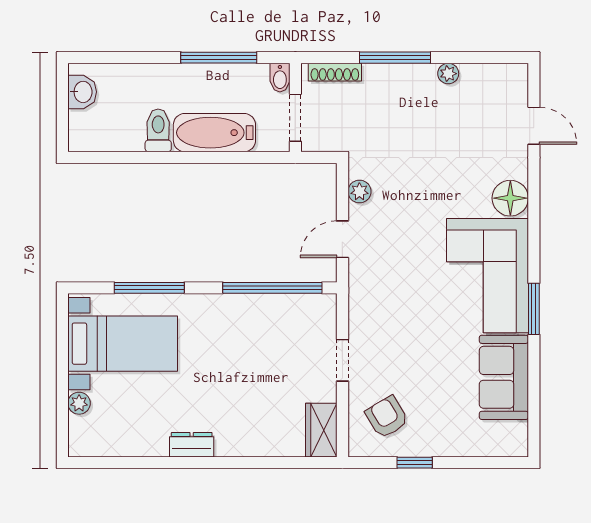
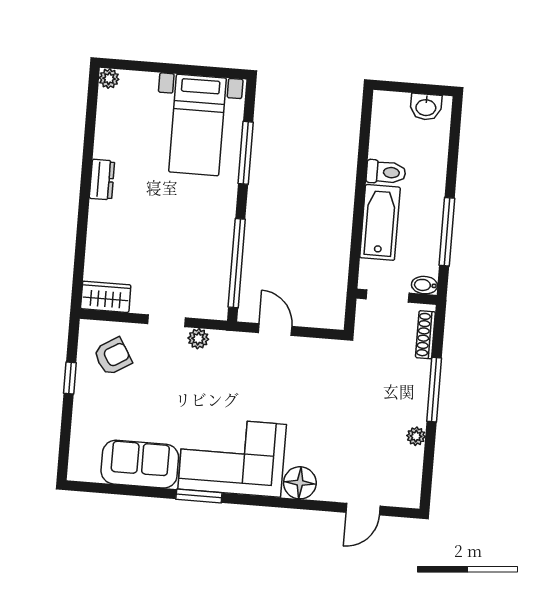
plant: (359, 192) -> (198, 339), moved
plant: (79, 403) -> (109, 79), moved

